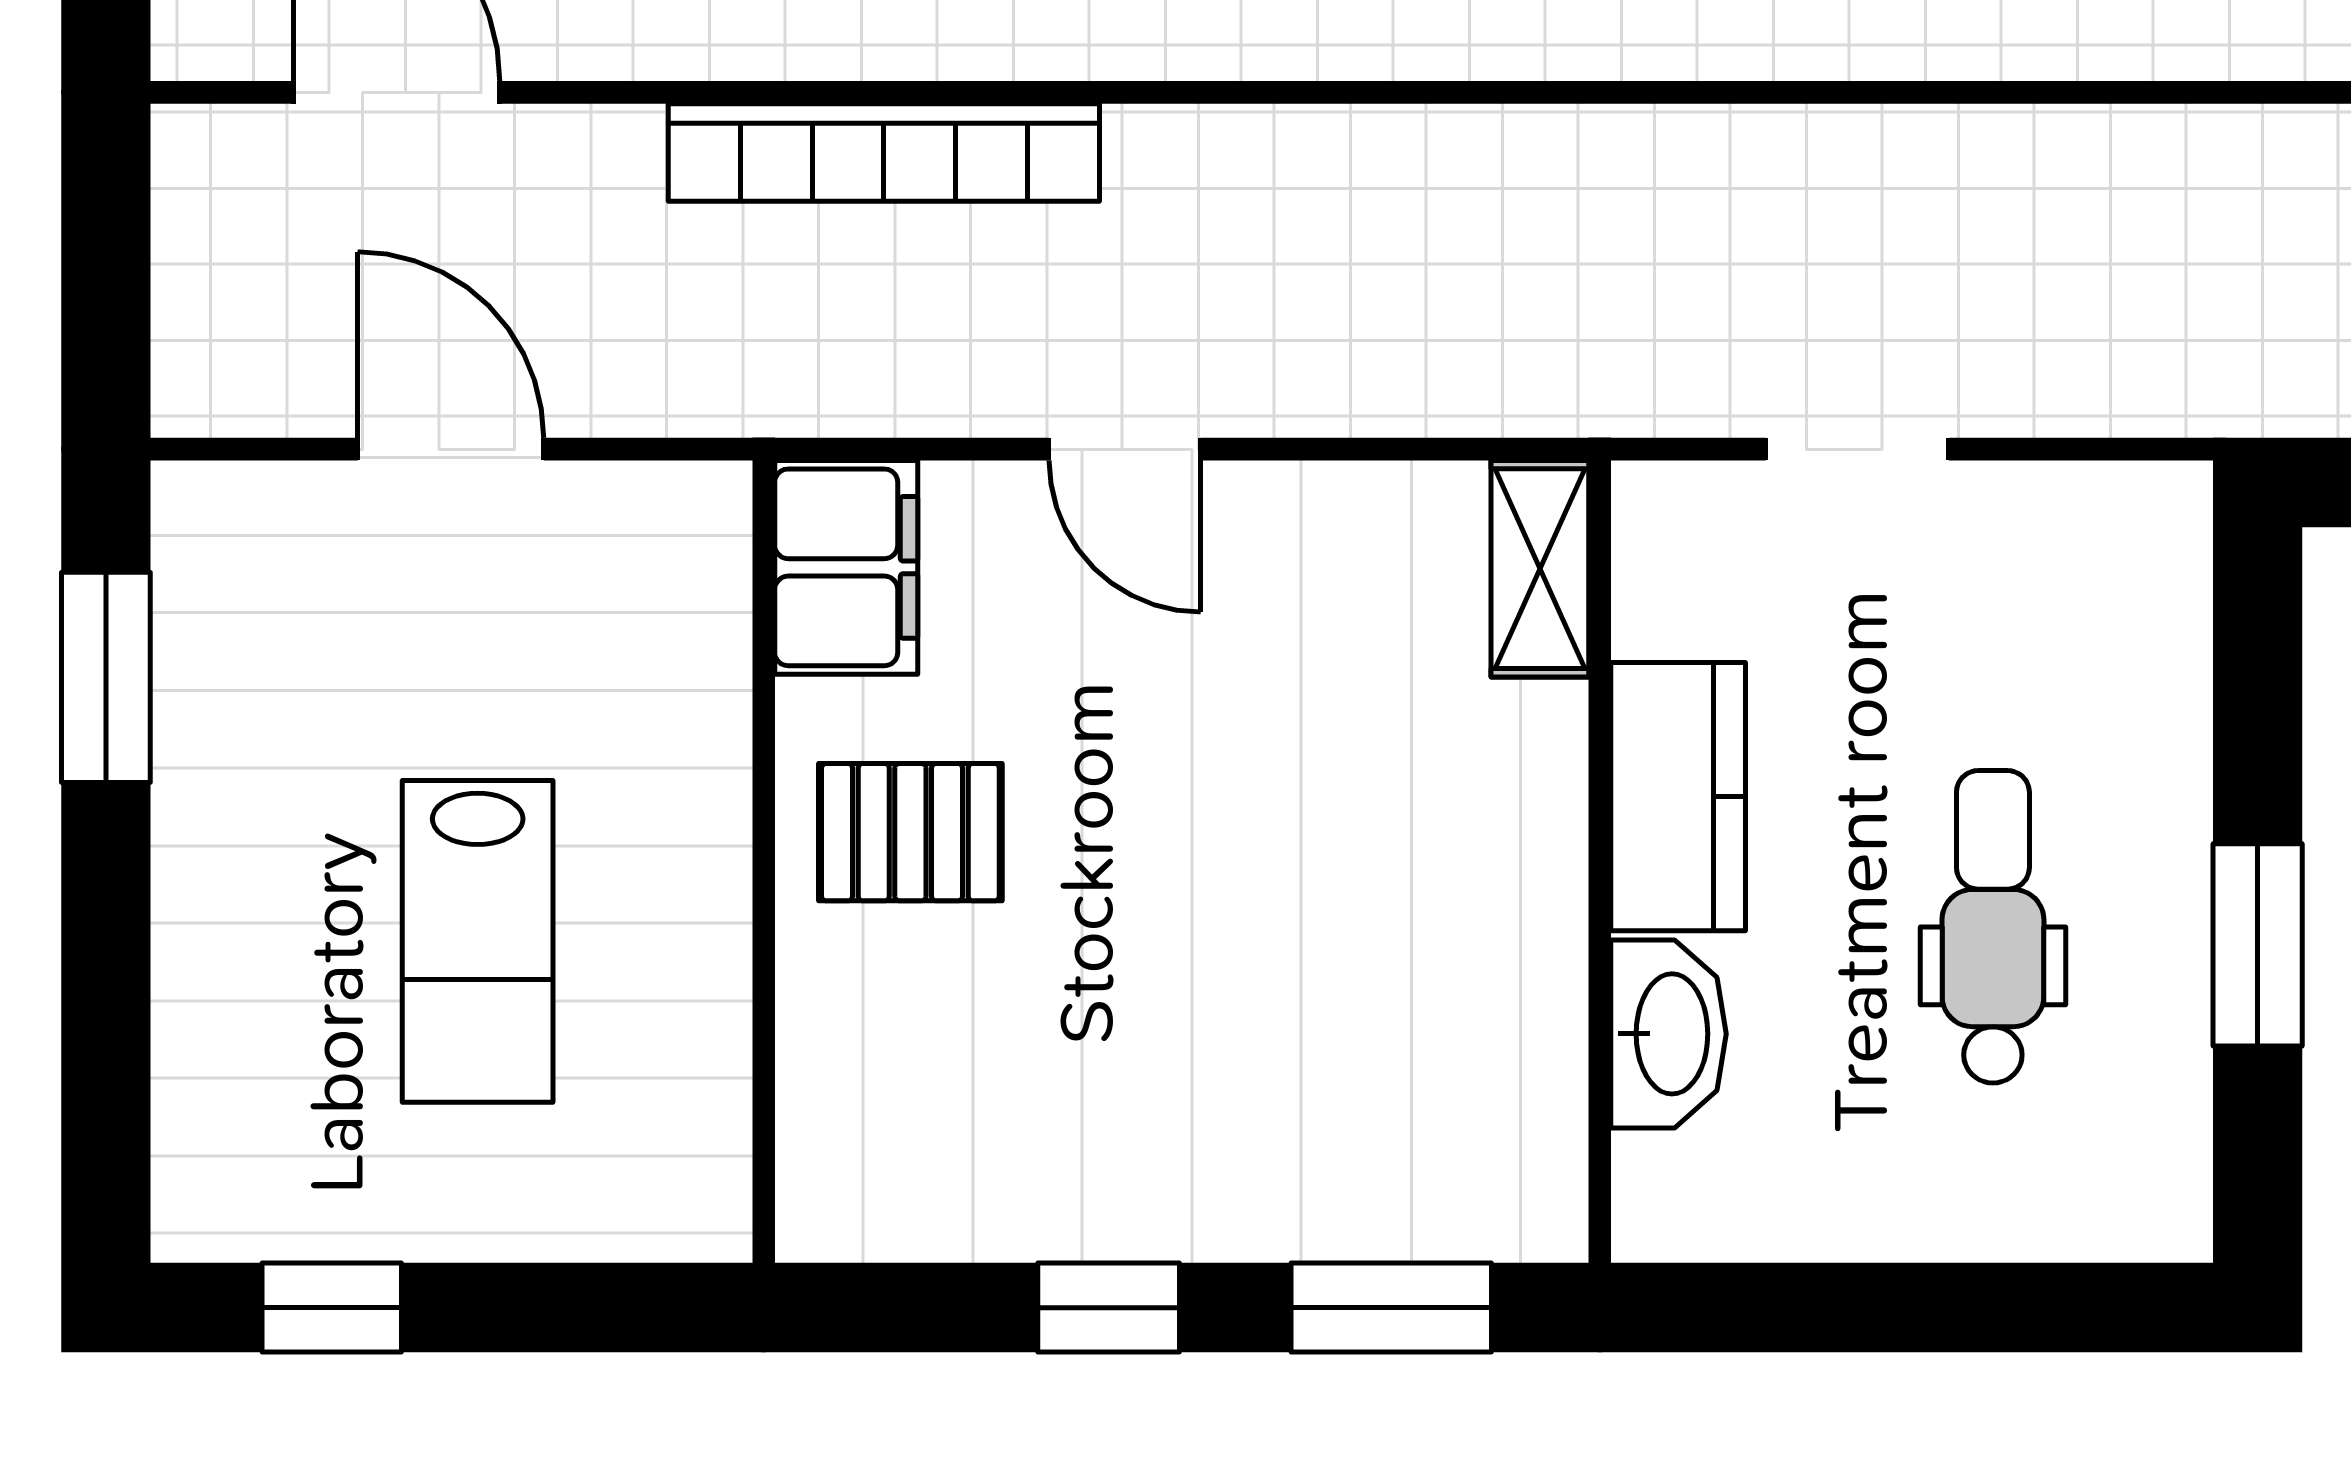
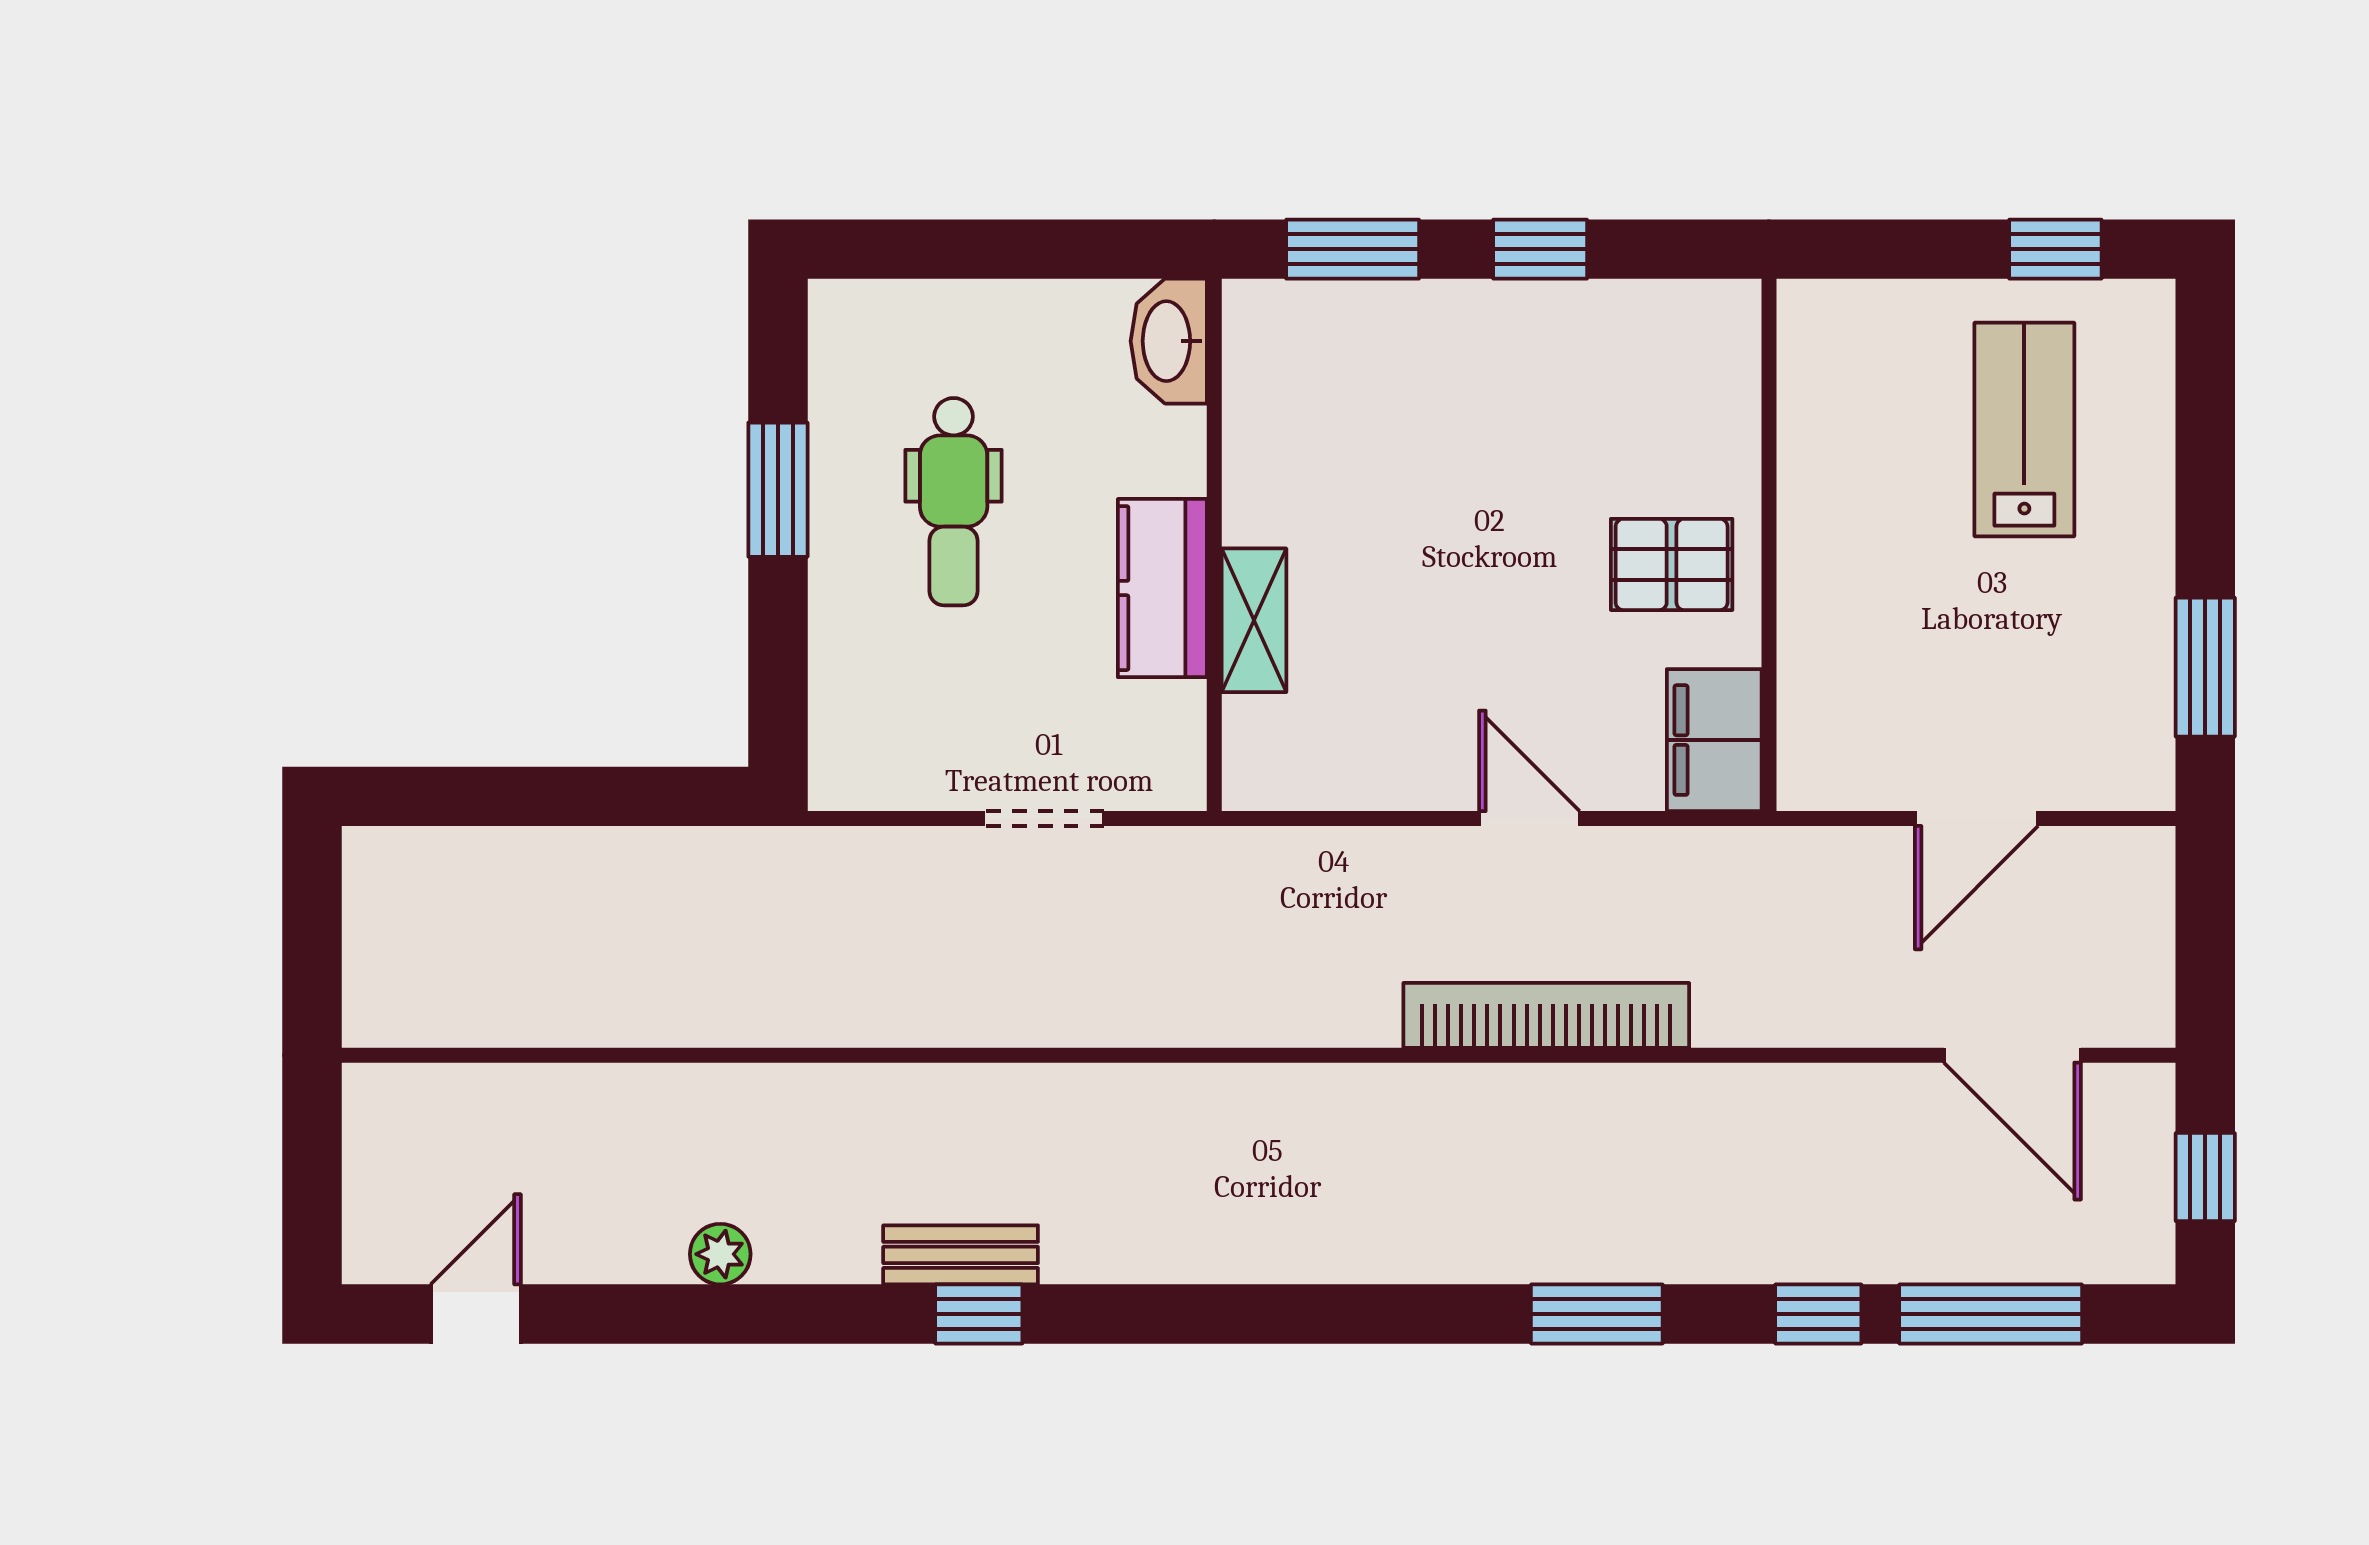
bookcase: (884, 152) -> (1546, 1015), moved
door: (451, 449) -> (1976, 819), hinge flipped
shelving: (1540, 569) -> (1254, 620), moved
lab bench: (478, 941) -> (2024, 429), moved
washbasin: (1669, 1034) -> (1169, 341), moved

